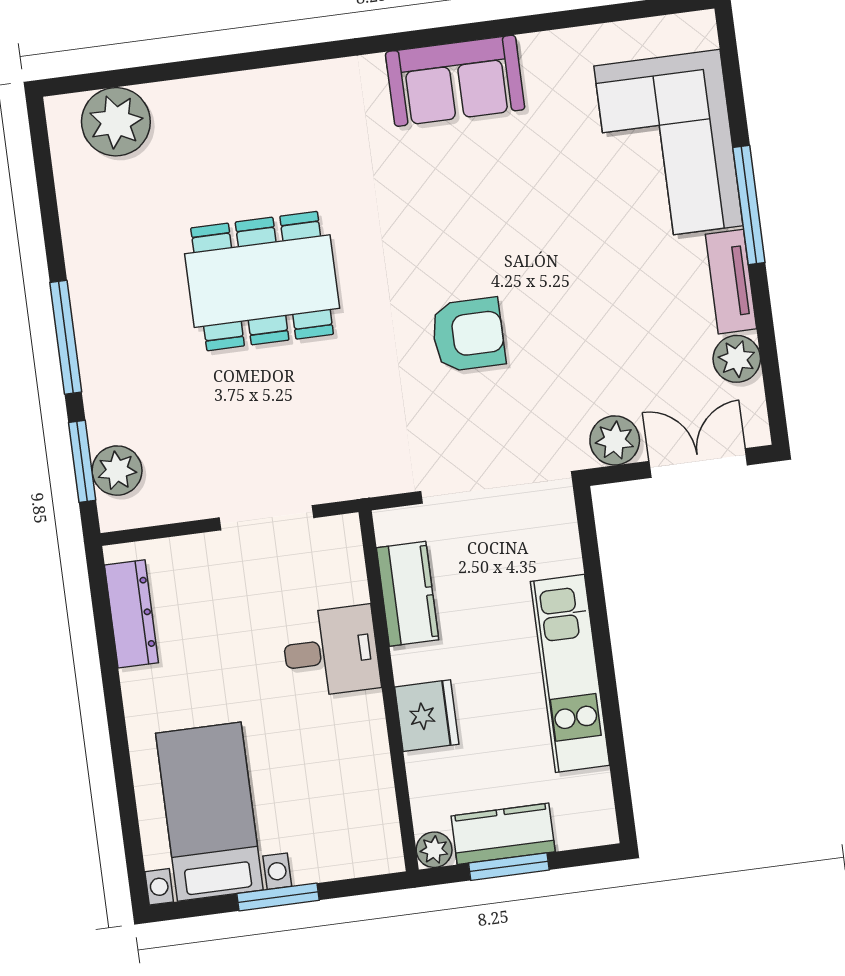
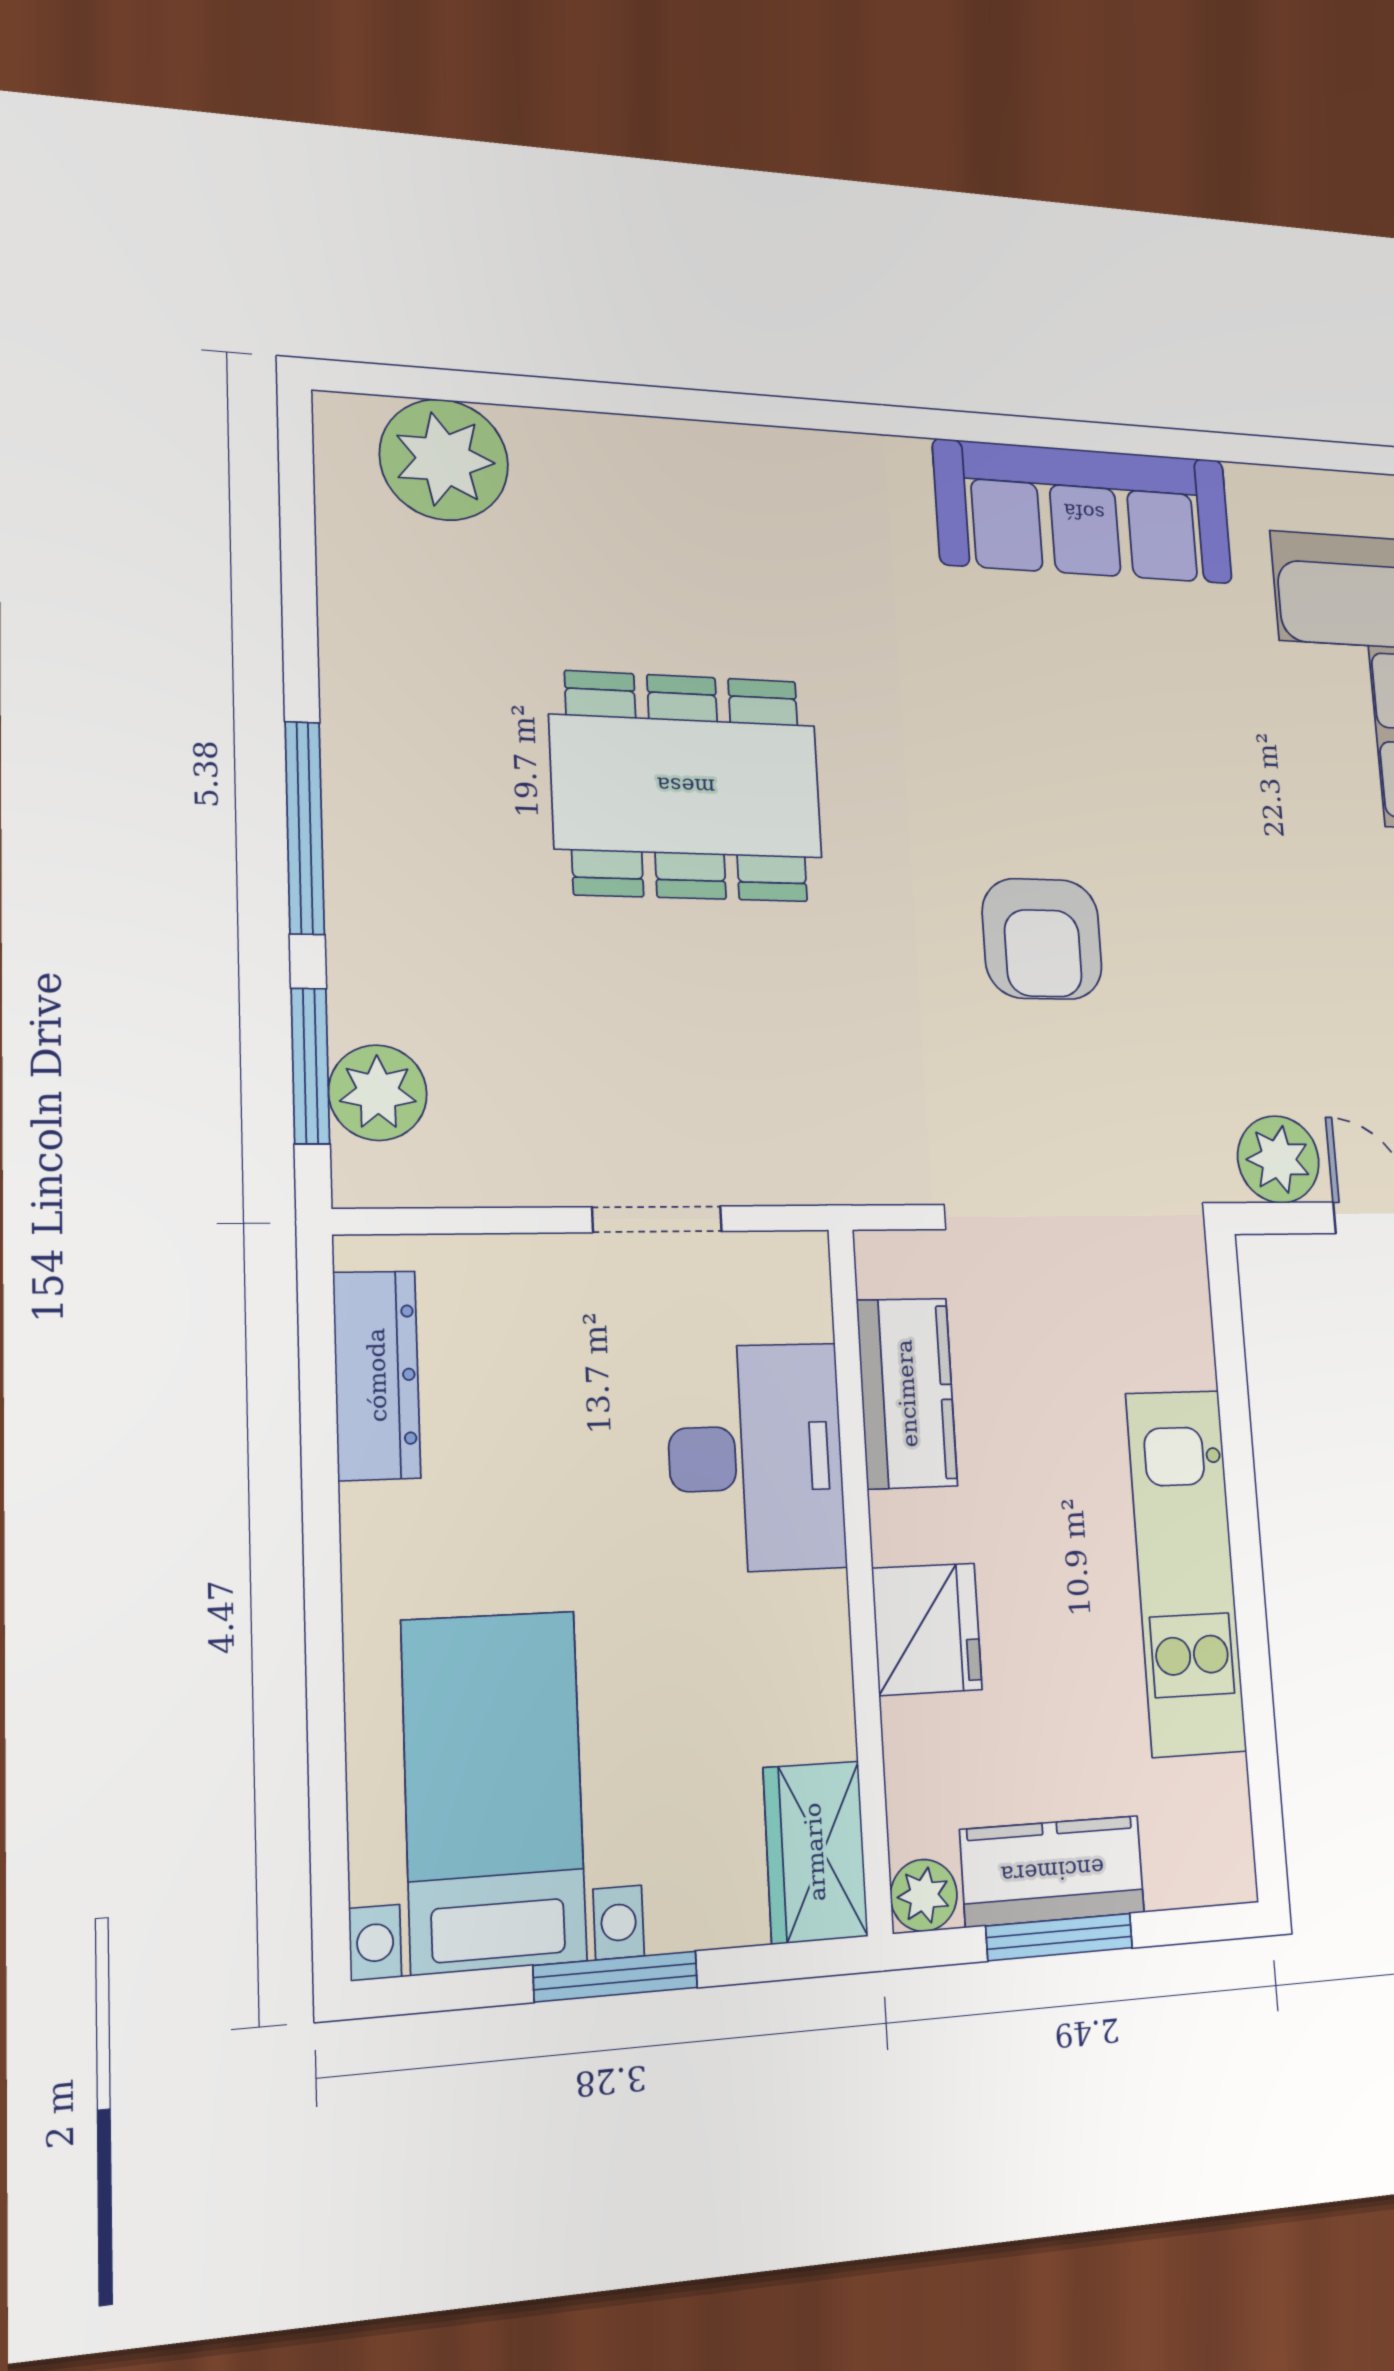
sofa: (455, 81) -> (1084, 512), width x1.36
armchair: (468, 335) -> (1042, 939), turned 90
doorway: (266, 518) -> (657, 1219), width x0.73
desk: (331, 651) -> (756, 1458), width x1.37
wardrobe: (375, 832) -> (815, 1852), added

